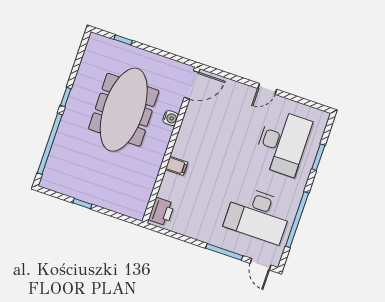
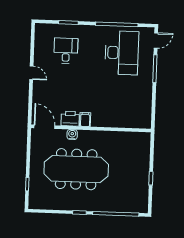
desk: (283, 143) -> (66, 51), width x0.53, depth x0.77
filing cabinet: (176, 166) -> (85, 120), moved
printer: (161, 212) -> (70, 119), moved

